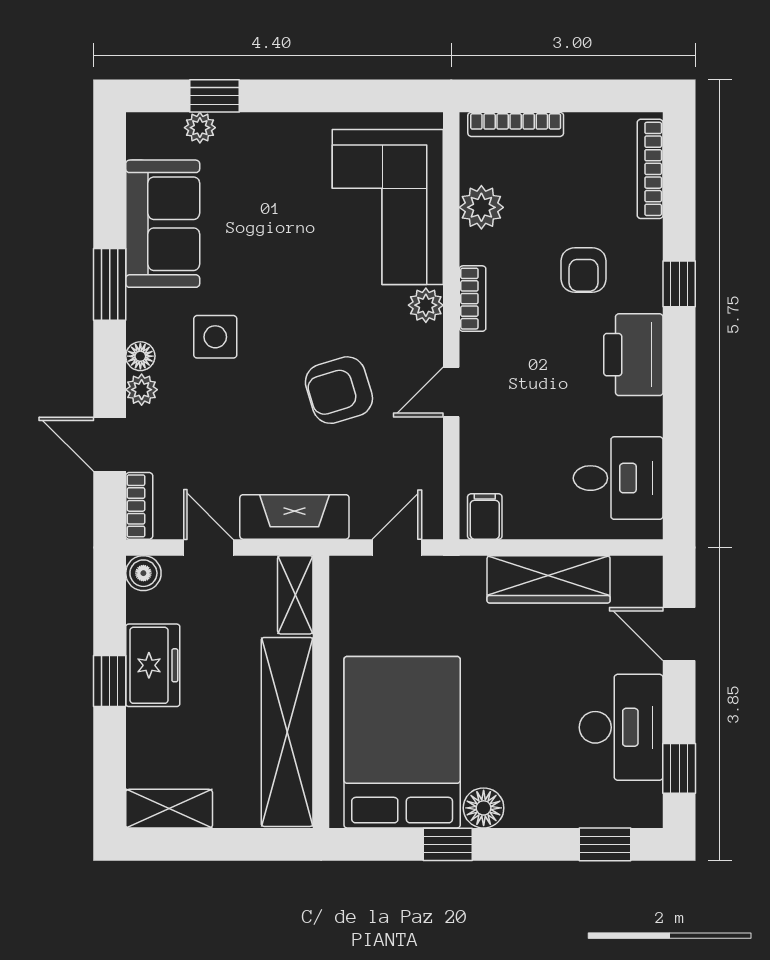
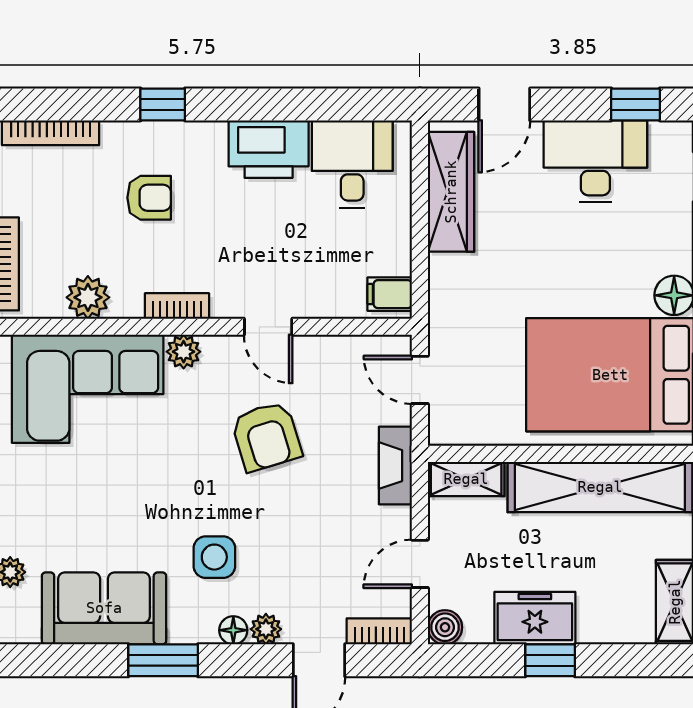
printer: (633, 355) -> (269, 149), moved
fireplace: (294, 517) -> (395, 466), width x0.73, depth x0.76
wardrobe: (549, 579) -> (451, 192), moved

